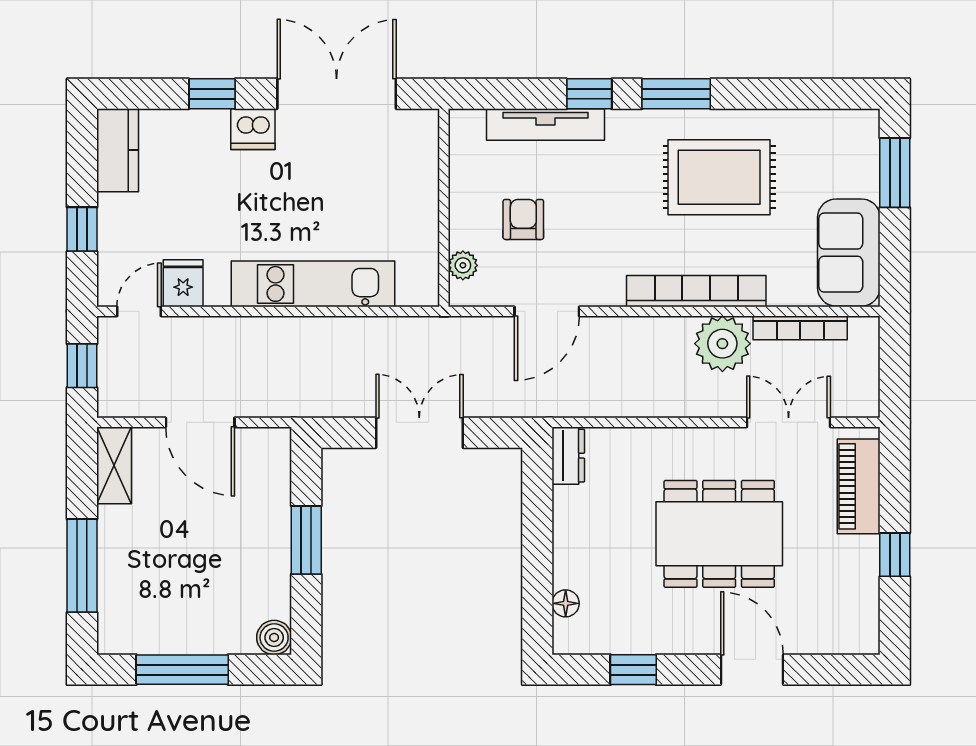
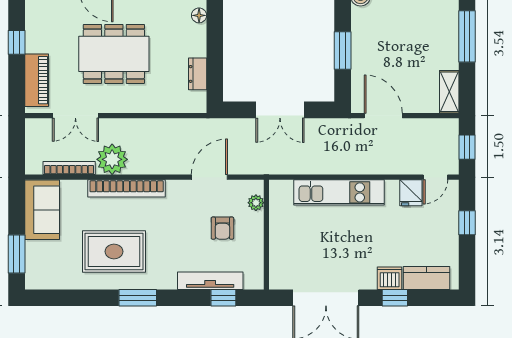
window: (589, 94) -> (223, 298), moved
dishwasher: (253, 129) -> (390, 278), moved
kitchen counter: (118, 150) -> (426, 278), moved, turned 90
door: (200, 422) -> (383, 116), moved
dresser: (568, 456) -> (198, 74), moved

